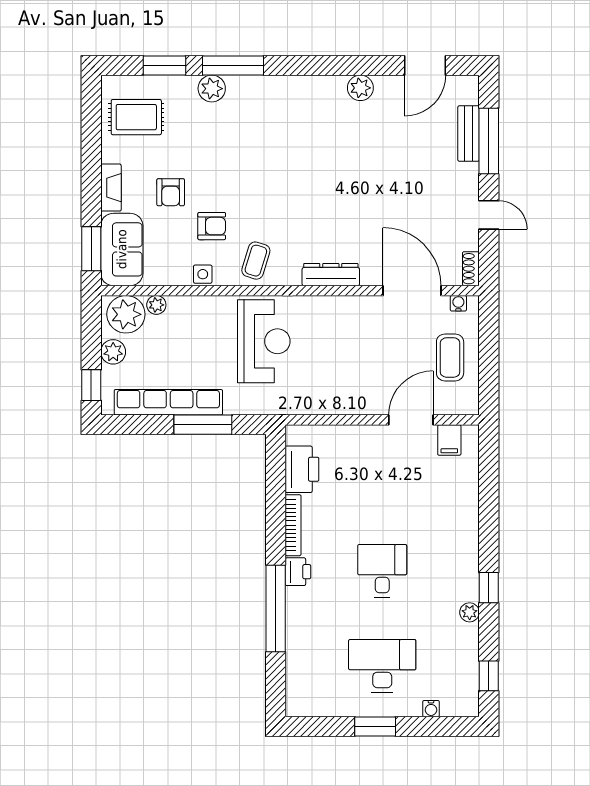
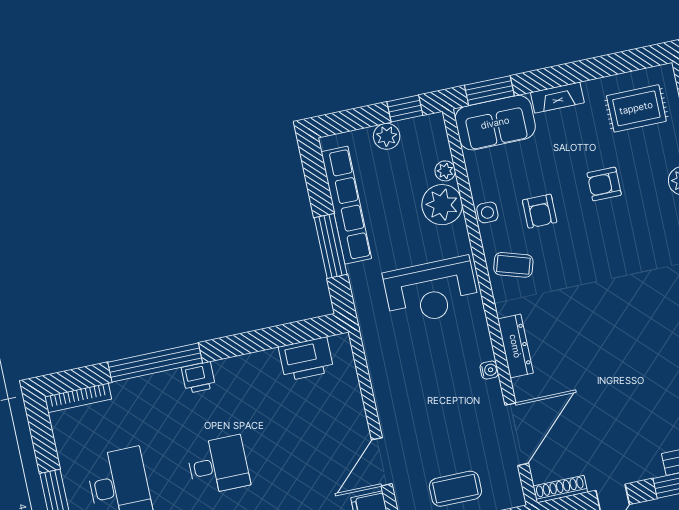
rug: (136, 117) -> (636, 108), turned 90
armchair: (171, 192) -> (604, 184), moved
shoe rack: (471, 269) -> (560, 489), width x1.43
water cooler: (458, 303) -> (489, 370), moved
plant: (126, 314) -> (442, 205), moved
window: (91, 385) -> (405, 109), moved
door: (411, 420) -> (382, 462), swing flipped
bookcase: (293, 525) -> (78, 398), moved

